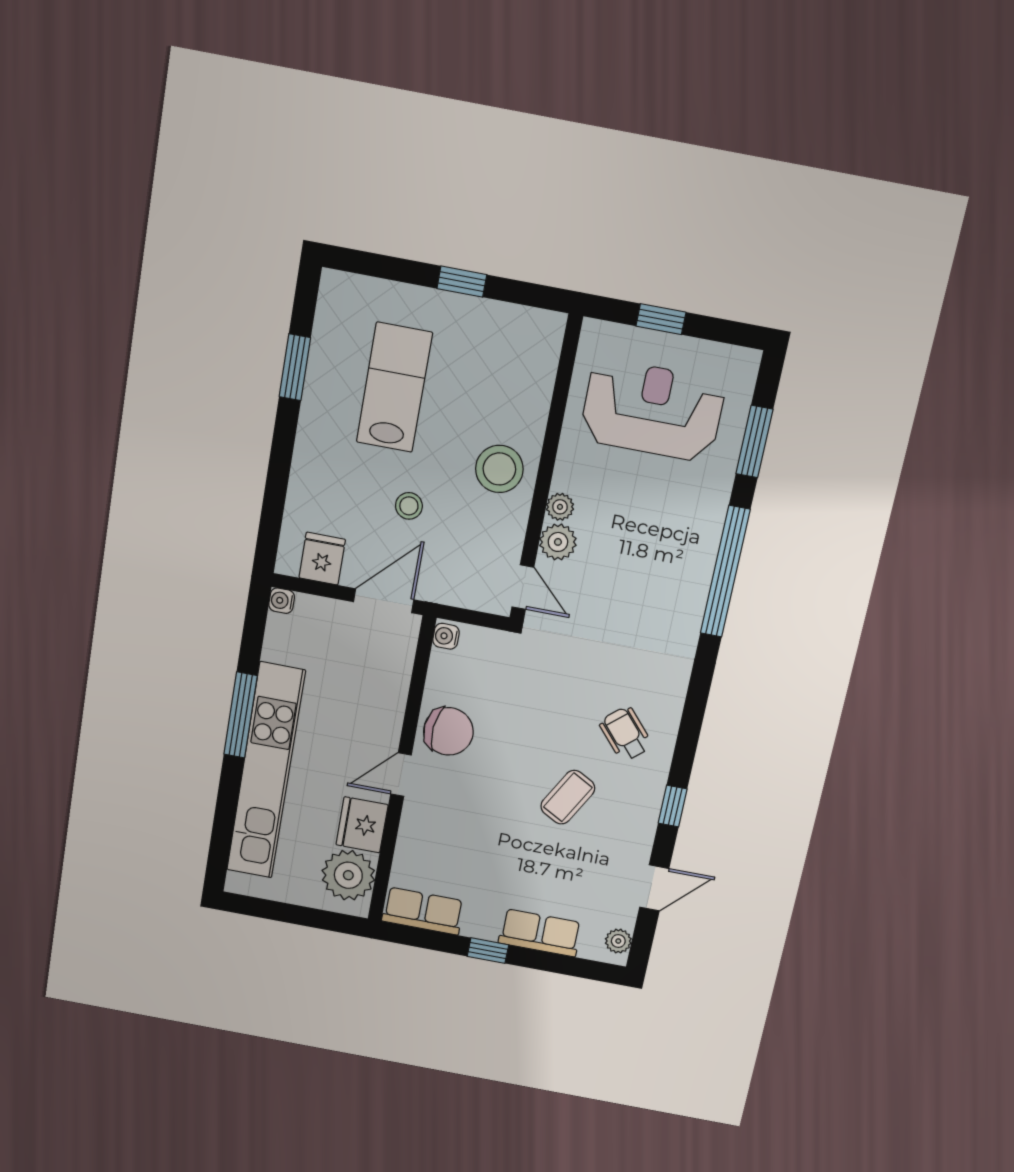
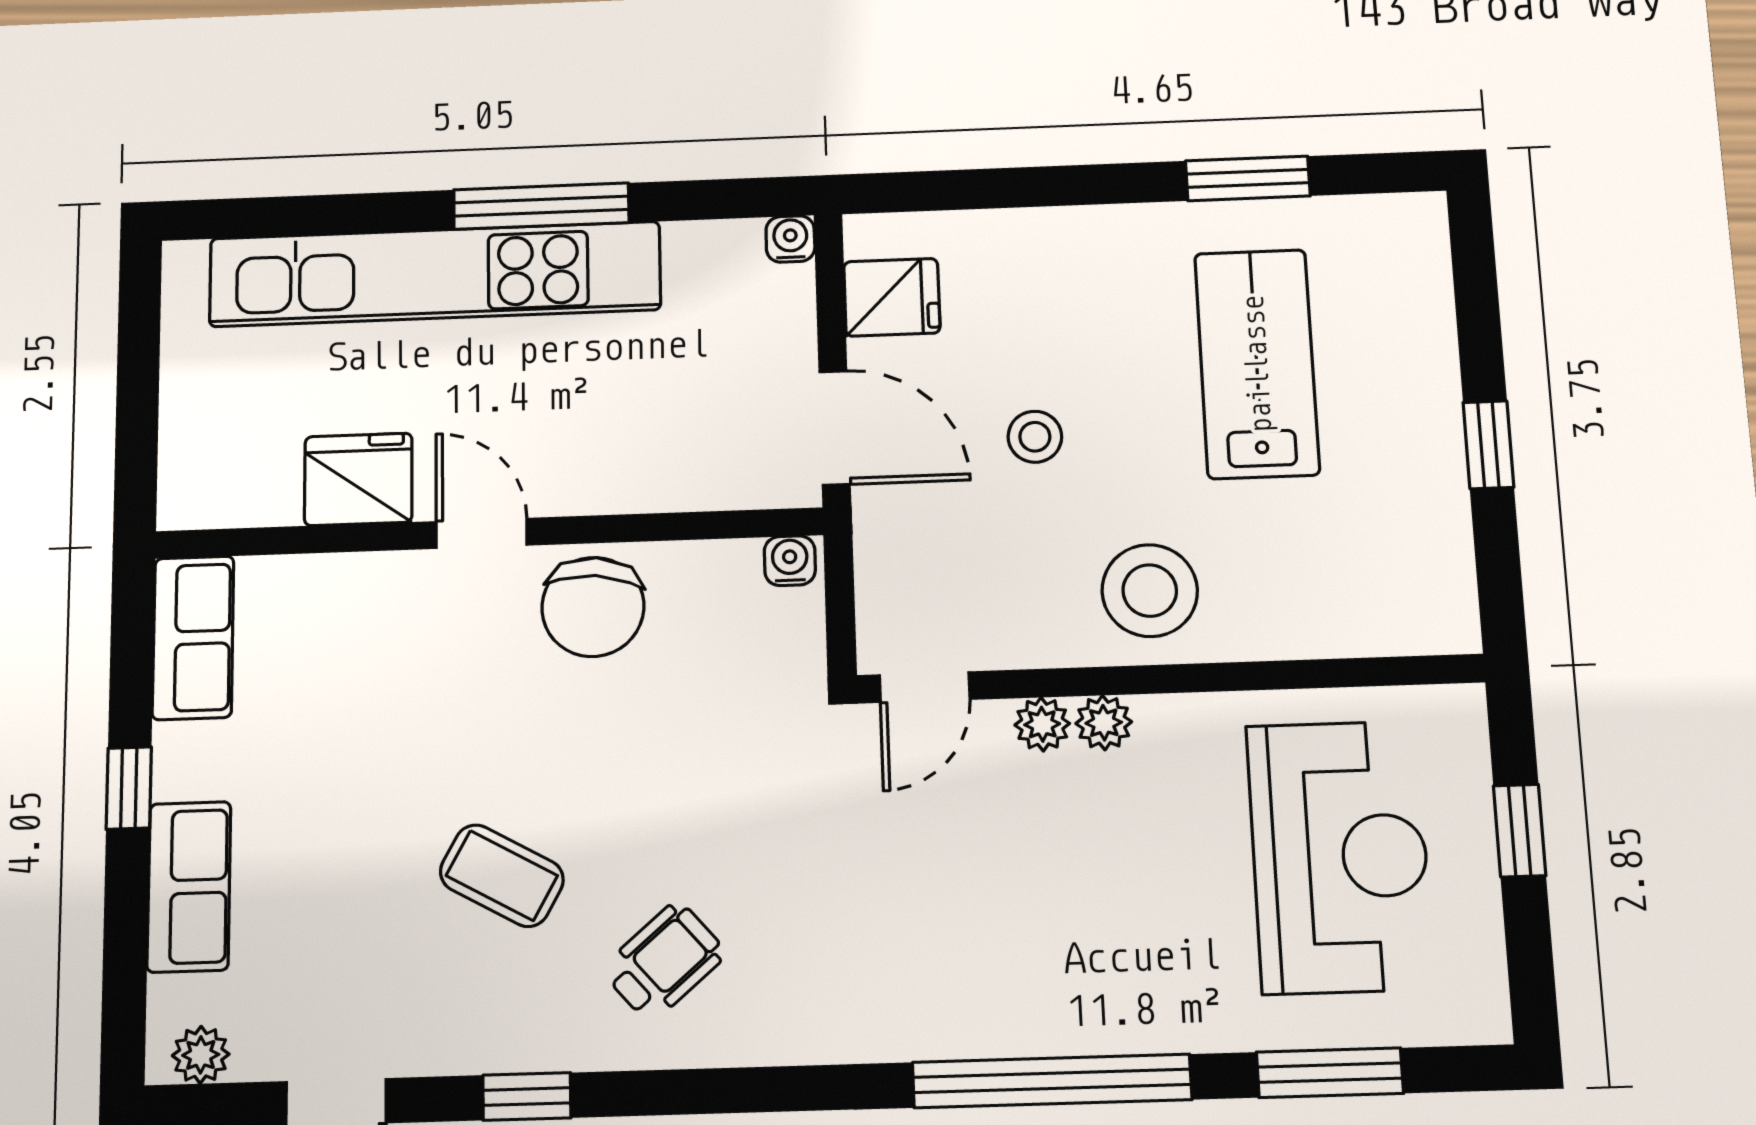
lab bench: (394, 388) -> (1257, 364), turned -90
plant: (558, 542) -> (1042, 724), width x0.73, depth x0.73
plant: (348, 875) -> (244, 474), removed

